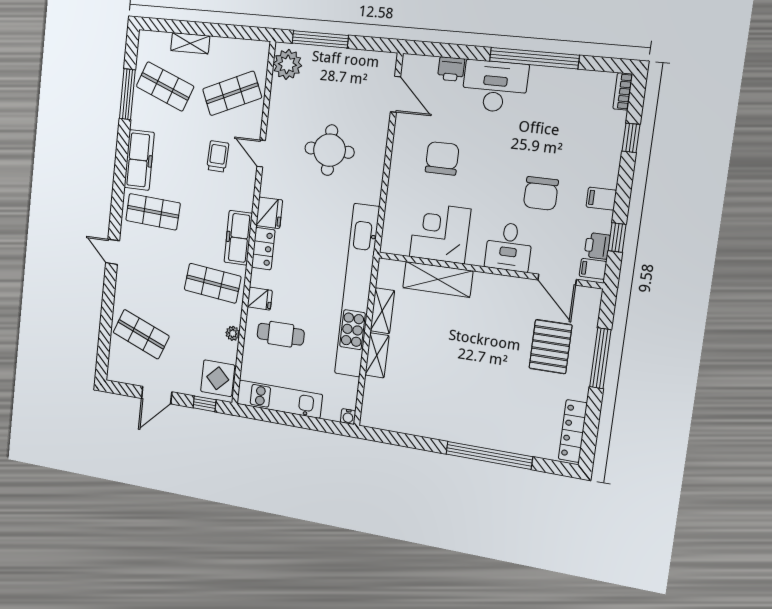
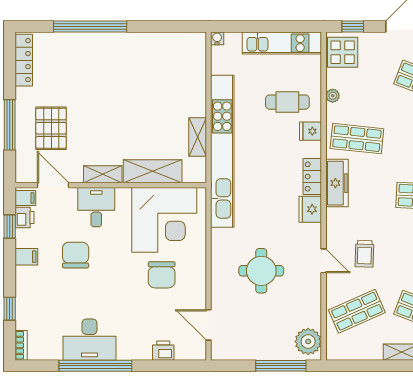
desk: (495, 86) -> (90, 340), moved
corner desk: (440, 233) -> (164, 220), width x1.36, depth x1.36
shelving: (377, 355) -> (103, 174), moved, turned 90

